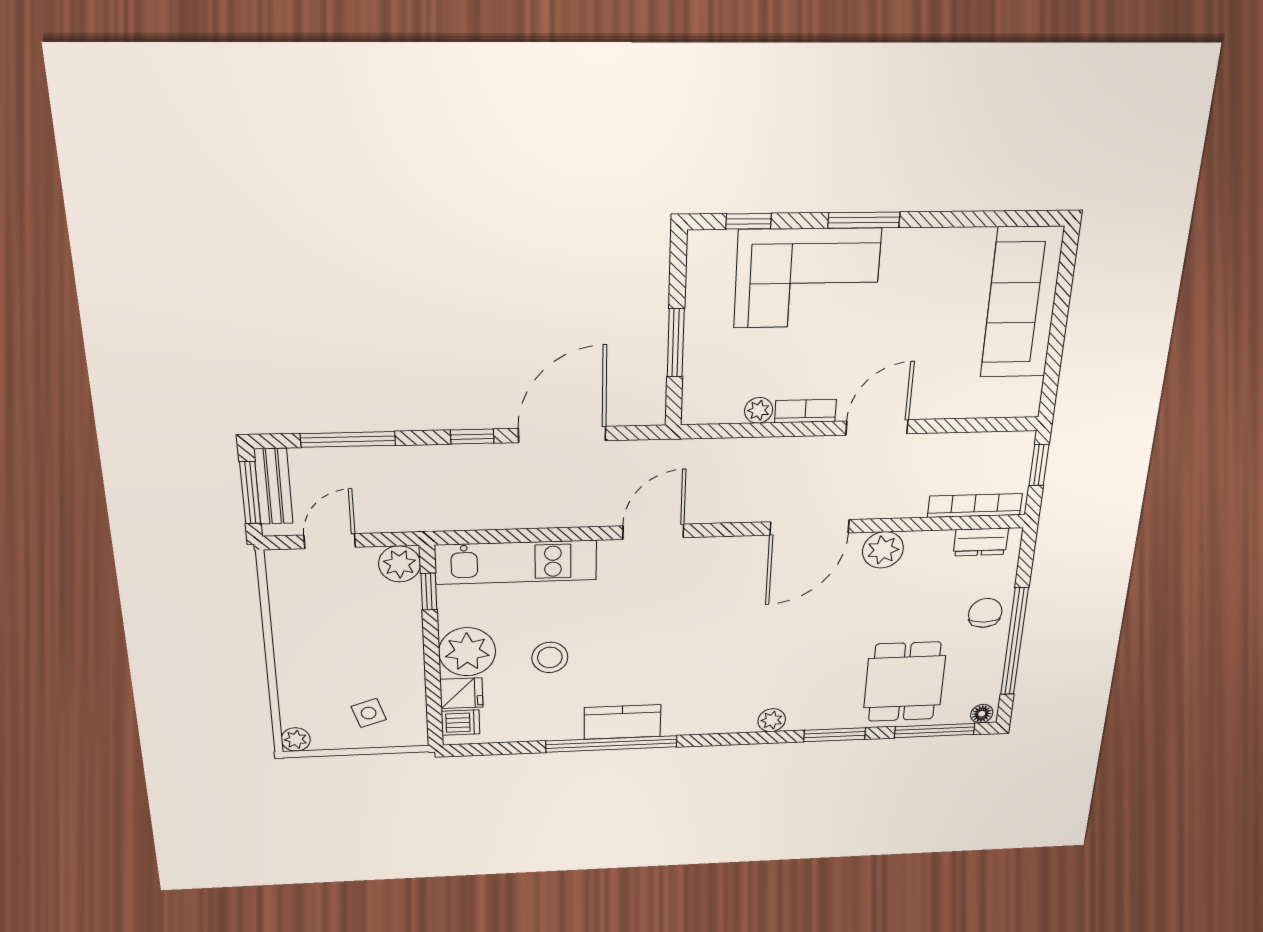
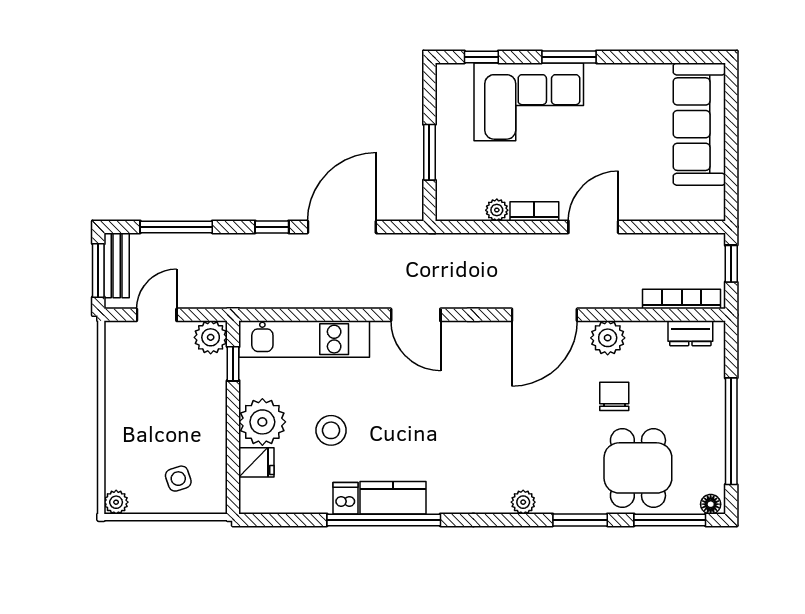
door: (653, 532) -> (416, 315), swing flipped
chair: (985, 613) -> (614, 396), moved
dishwasher: (461, 723) -> (346, 498), moved, turned -90

